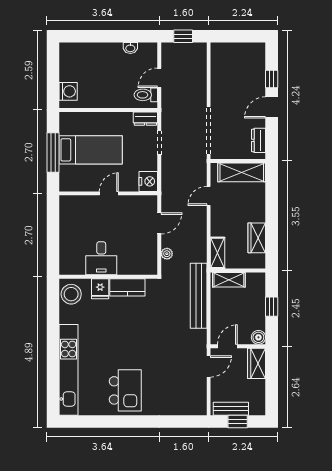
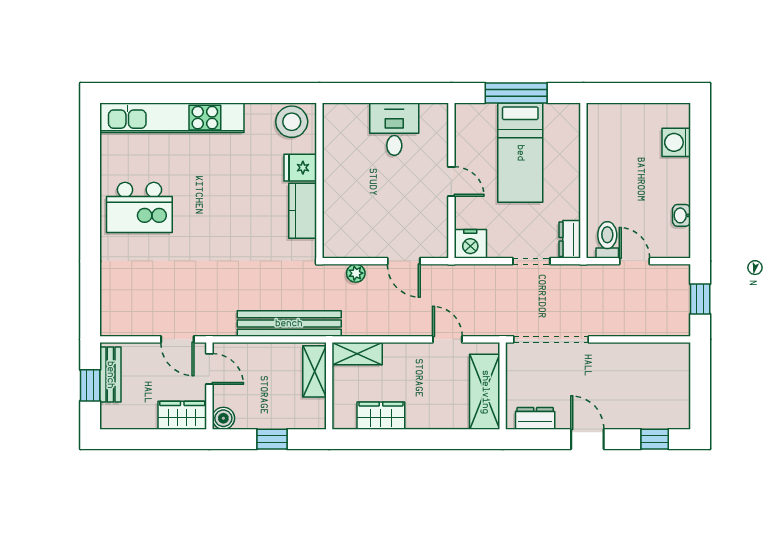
window: (272, 79) -> (655, 439), moved
washing machine: (68, 91) -> (676, 142), moved, turned 90
desk: (101, 258) -> (394, 129), moved, turned 90

